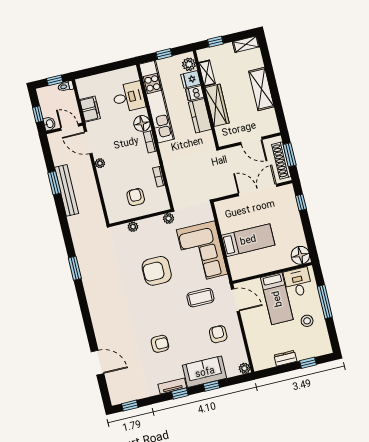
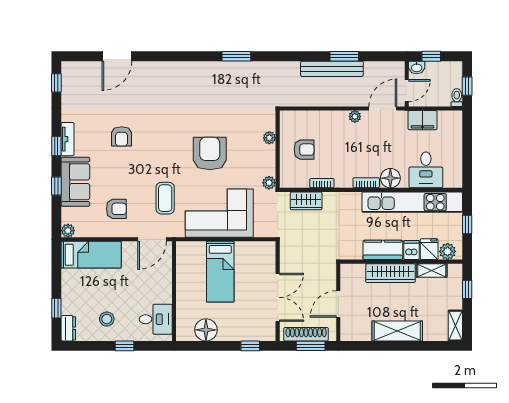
wardrobe: (176, 186) -> (306, 201), added
floor lamp: (300, 255) -> (206, 330), moved
bed: (277, 299) -> (91, 255), moved, turned 180
window: (325, 302) -> (124, 346), width x0.46
dresser: (285, 358) -> (68, 328), moved

